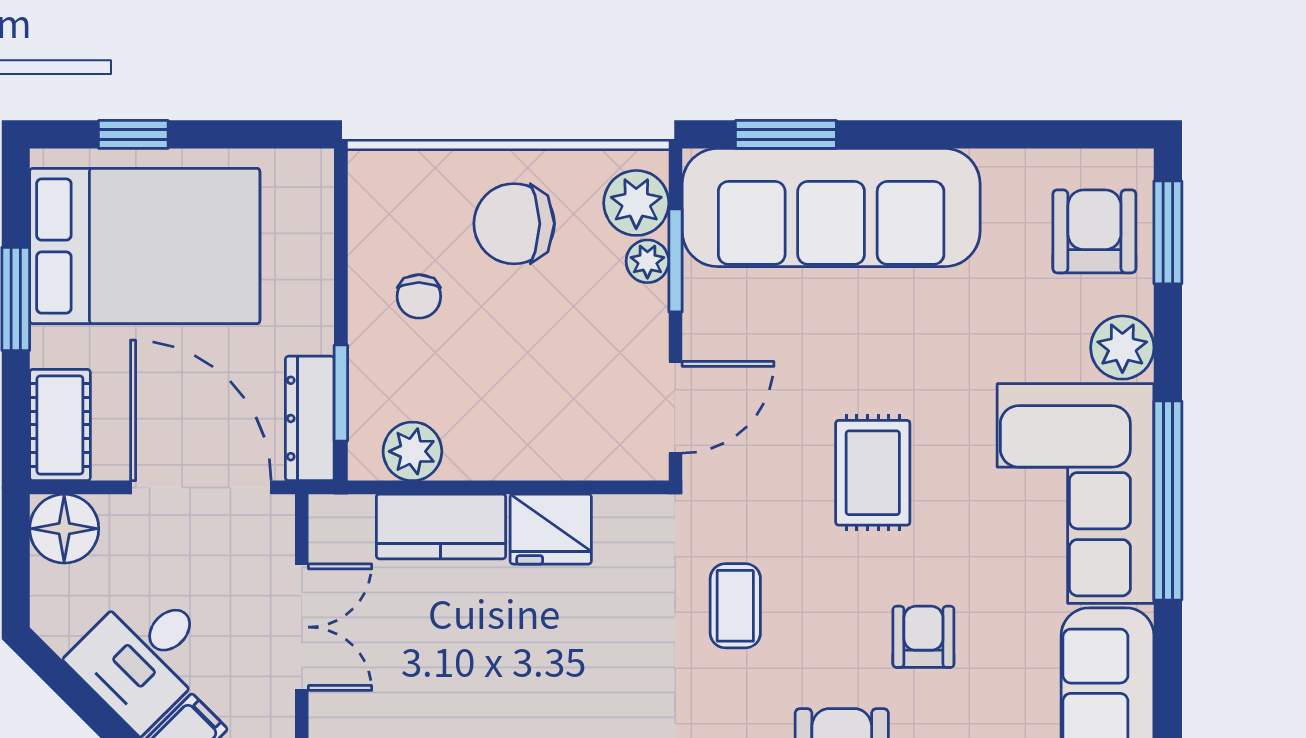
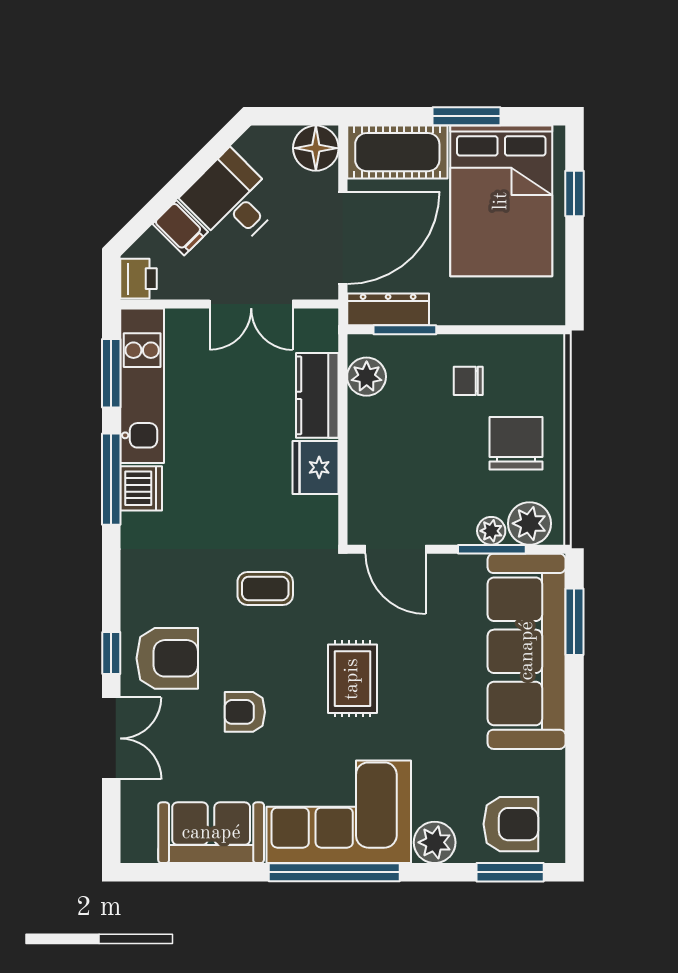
cot: (60, 425) -> (397, 152), width x1.37, depth x1.34
rug: (873, 473) -> (352, 679), turned 90
armchair: (923, 637) -> (245, 712), turned 180

